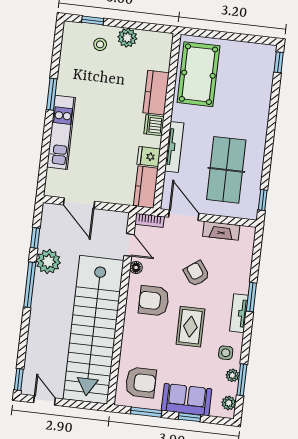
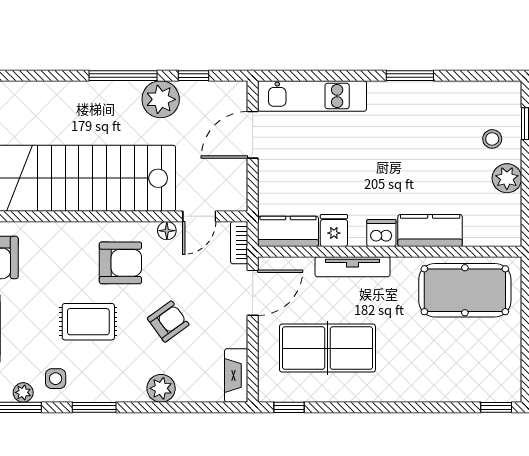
kitchen unit: (61, 132) -> (312, 96), moved
fireplace: (221, 231) -> (236, 375), moved
plant: (240, 283) -> (161, 388), added
window: (251, 297) -> (94, 407), moved
armchair: (154, 301) -> (120, 263), turned 90
tv unit: (239, 313) -> (117, 392), removed

